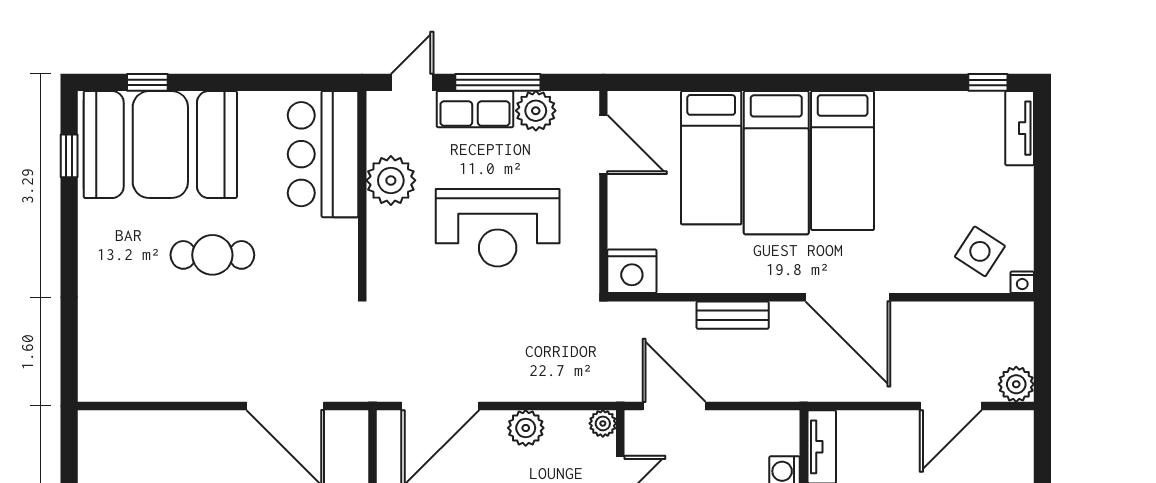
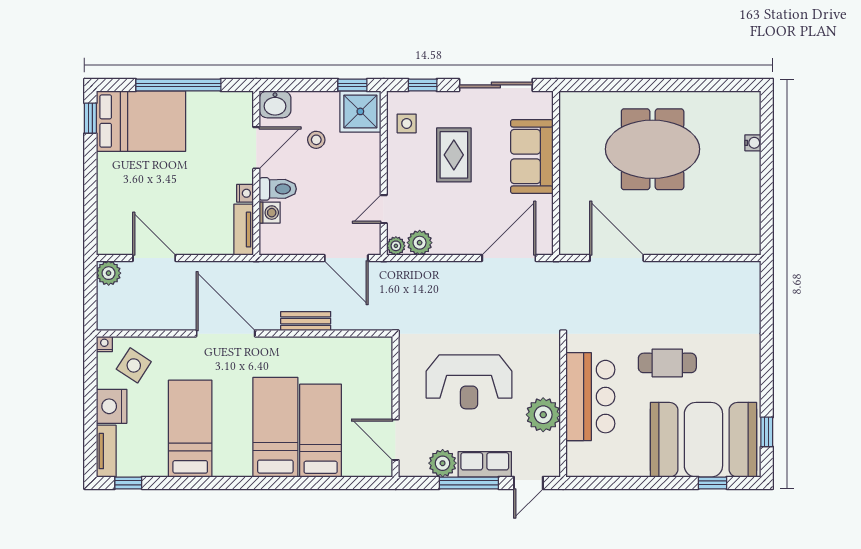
bar counter: (323, 154) -> (590, 397), moved
bed: (843, 160) -> (190, 429), moved
reception desk: (498, 228) -> (469, 382), turned 180
nightstand: (632, 271) -> (112, 406), moved, turned -90
door: (951, 406) -> (154, 258), hinge flipped
plant: (526, 428) -> (420, 243), moved

